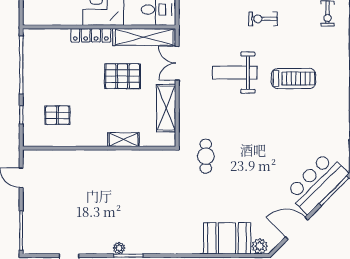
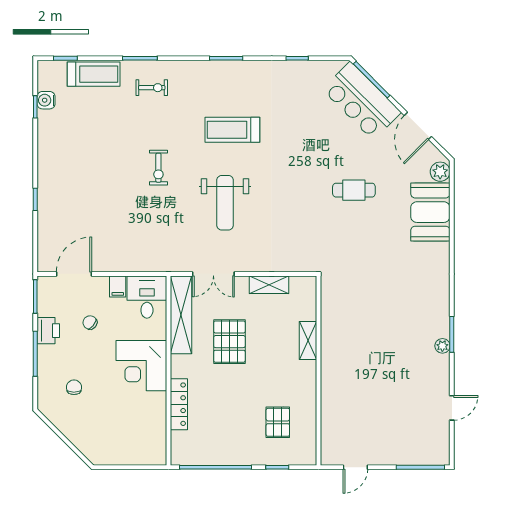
locker: (91, 35) -> (179, 404), moved
treadmill: (293, 79) -> (232, 130), turned -90
shelving: (166, 108) -> (269, 285), width x0.67, depth x0.75
cafe table: (206, 156) -> (354, 190), moved

